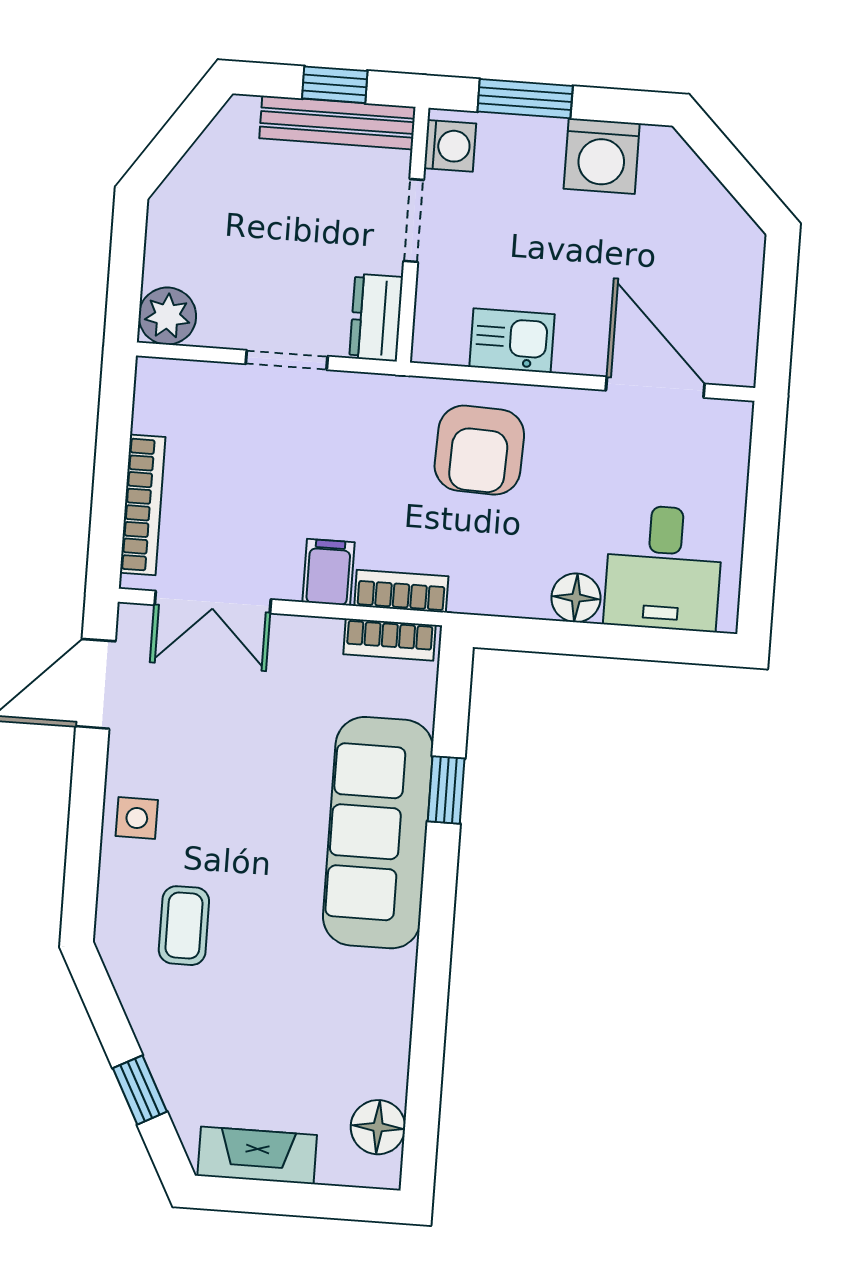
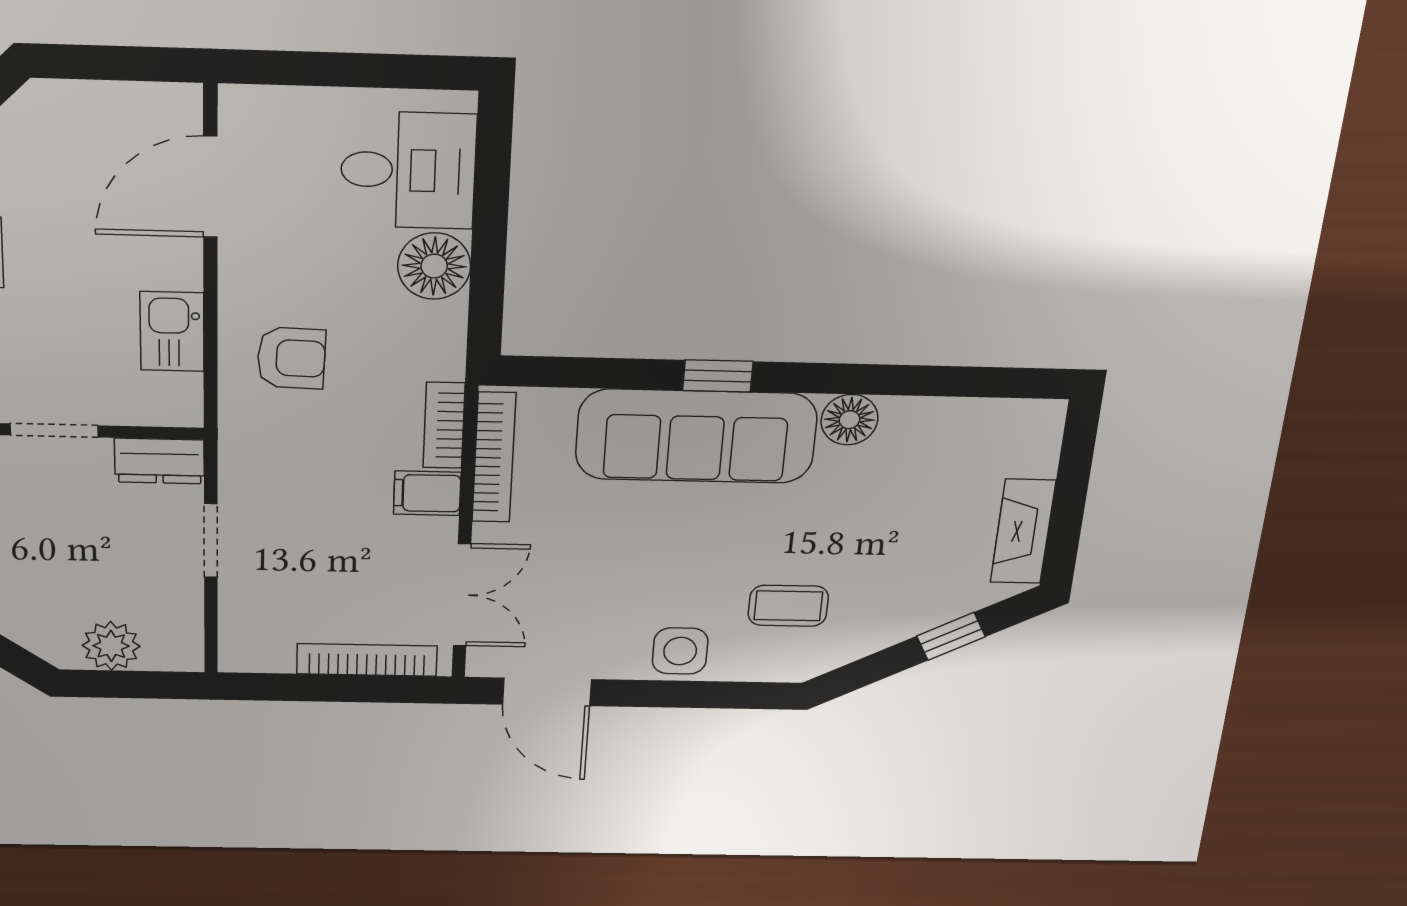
plant: (167, 316) -> (111, 646), moved
armchair: (479, 450) -> (291, 358), width x0.72, depth x0.72
floor lamp: (576, 598) -> (434, 266), width x1.38, depth x1.38
bookcase: (389, 640) -> (494, 458), width x1.56
window: (446, 790) -> (718, 376), moved
side table: (137, 818) -> (680, 651), width x1.37, depth x1.37
floor lamp: (378, 1127) -> (849, 420), moved

